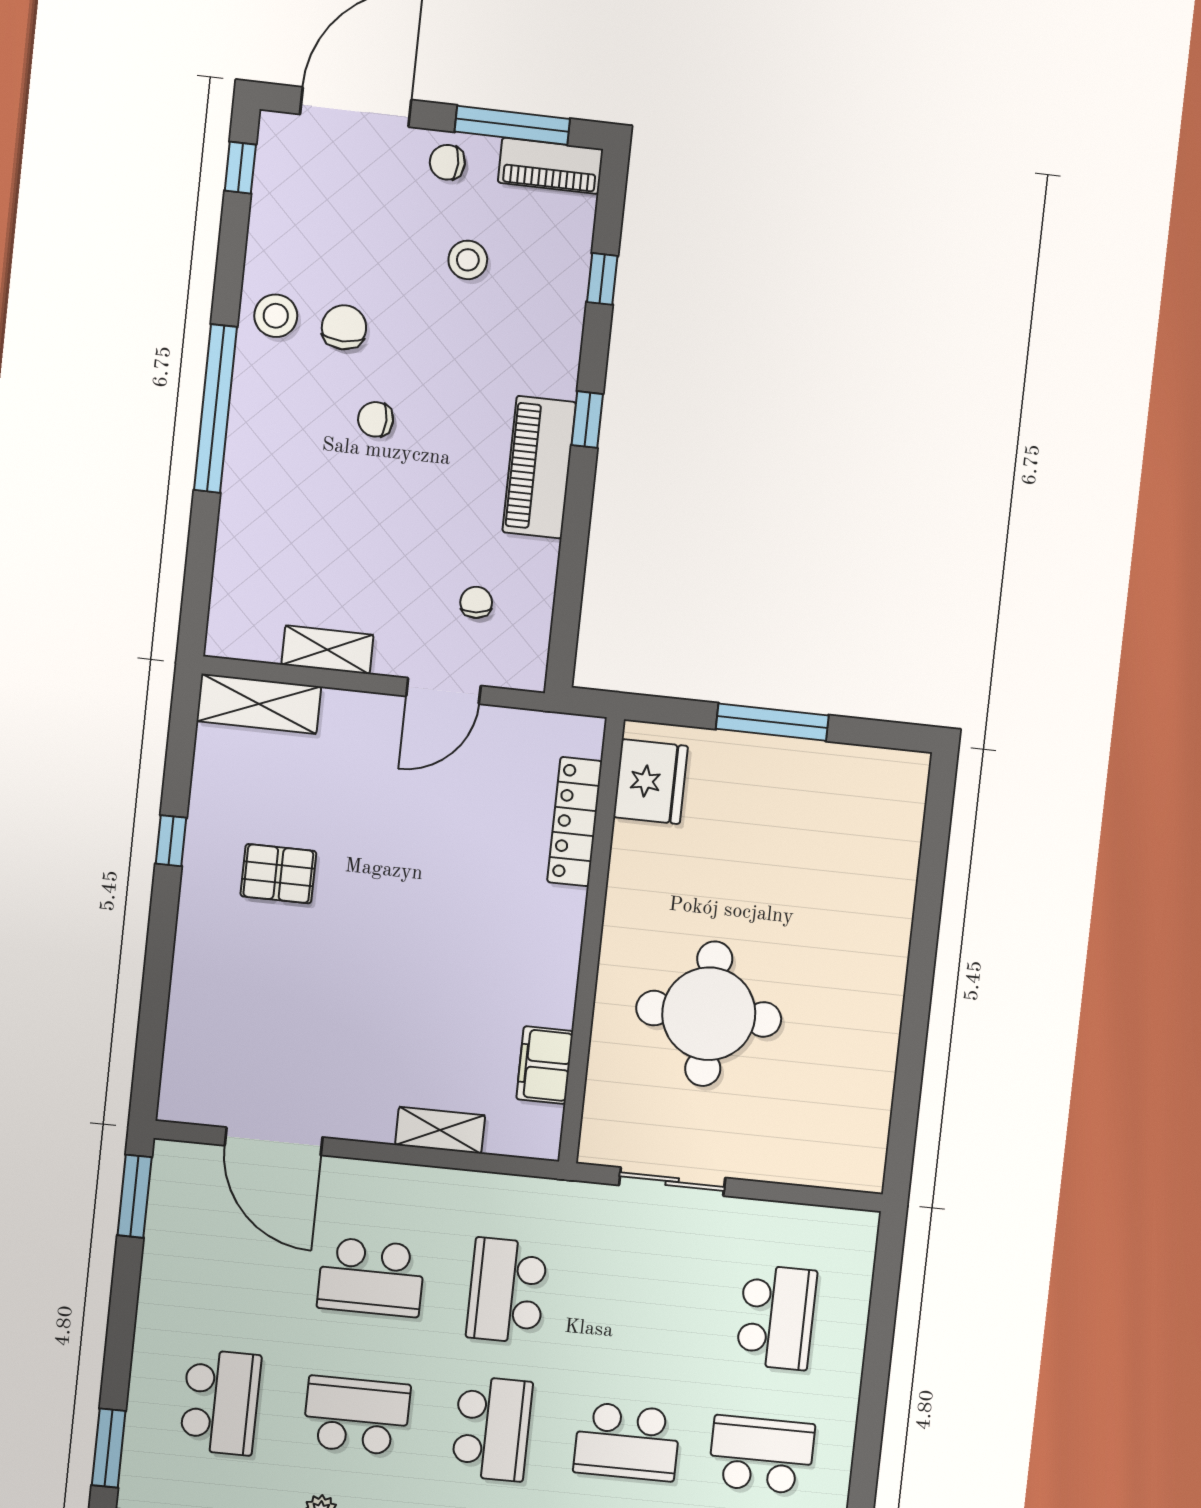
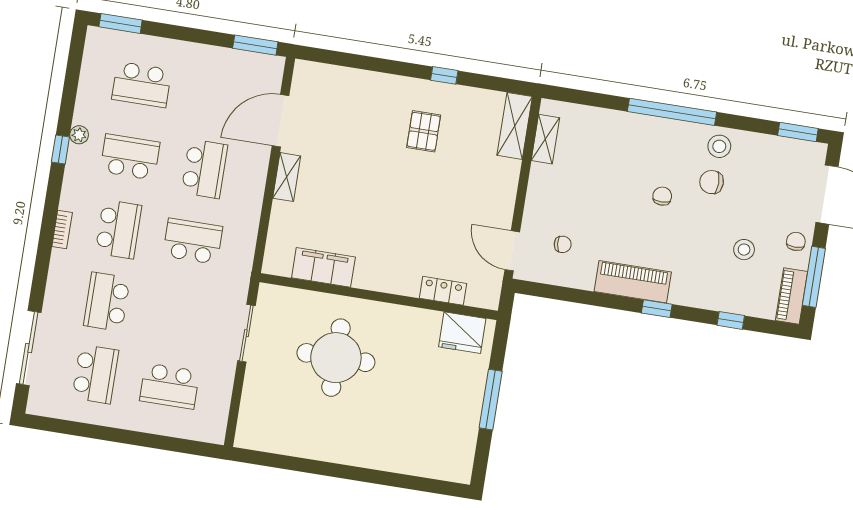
window: (240, 168) -> (798, 132), width x1.50
chair: (344, 327) -> (712, 182), turned 180
shelving: (327, 650) -> (545, 139), moved
door: (443, 691) -> (512, 251), moved
locker: (575, 822) -> (443, 291), width x0.66
filing cabinet: (545, 1065) -> (323, 267), width x1.50, depth x1.17
shelving: (440, 1130) -> (287, 177), moved
school desk: (371, 1277) -> (204, 169), turned 180
school desk: (357, 1415) -> (130, 157), turned -90
school desk: (492, 1429) -> (118, 229), turned -90

